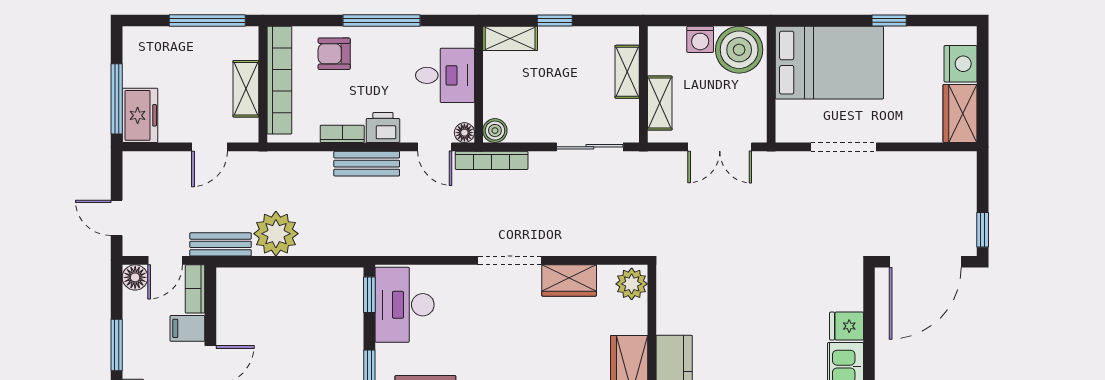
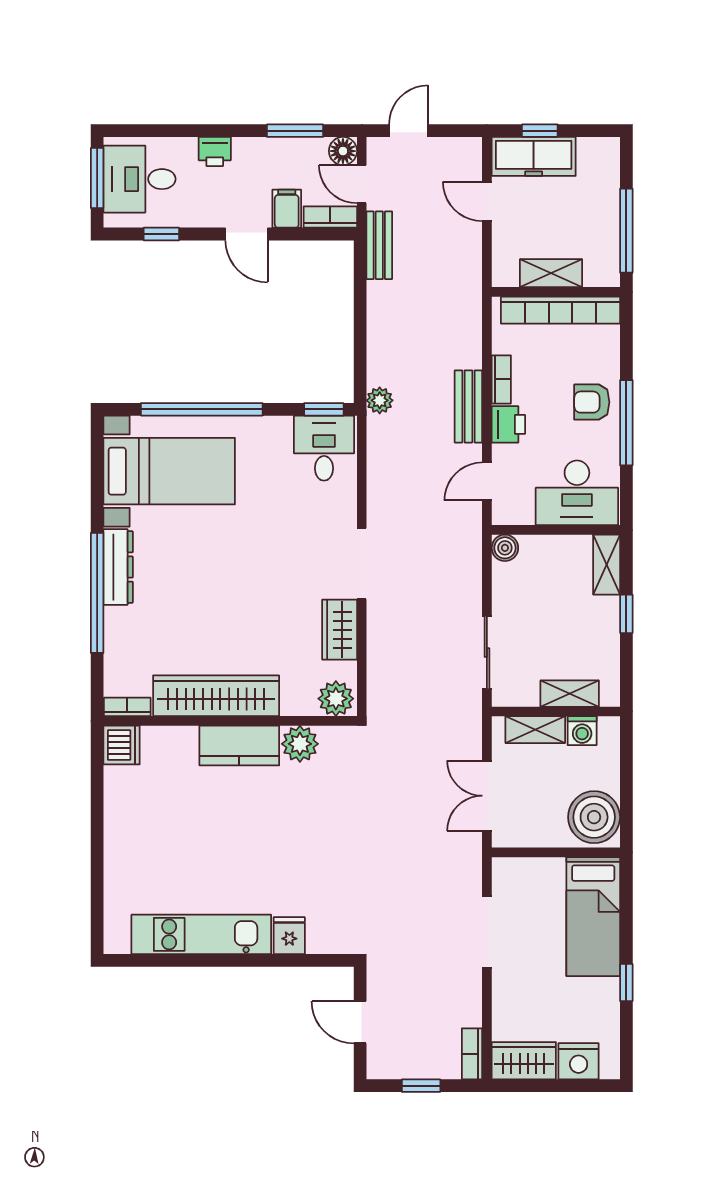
washing machine: (700, 39) -> (582, 731), moved, turned -90
armchair: (334, 54) -> (592, 402), moved, turned -90
bed: (829, 63) -> (593, 917), width x0.67
desk: (445, 75) -> (577, 493), width x1.37
window: (117, 99) -> (540, 131), width x0.46
freezer: (140, 115) -> (534, 156), width x1.40
floor lamp: (464, 133) -> (503, 514), removed
door: (210, 147) -> (487, 201), moved
bookcase: (492, 160) -> (472, 1054), moved, width x0.64
window: (983, 230) -> (421, 1086), moved
plant: (276, 234) -> (380, 400), moved, width x0.53, depth x0.53
door: (925, 262) -> (360, 1022), width x0.53
desk: (405, 305) -> (324, 448), width x0.73
plant: (673, 316) -> (300, 744), added
window: (117, 345) -> (295, 131), moved

